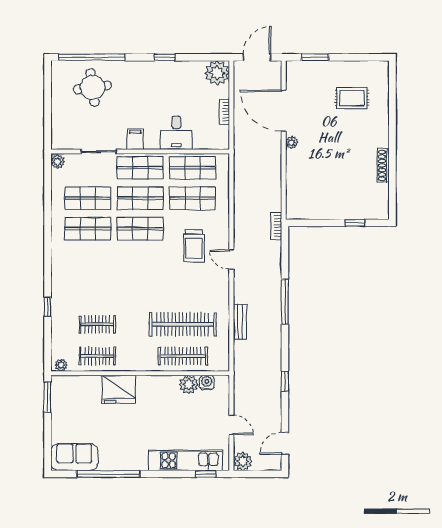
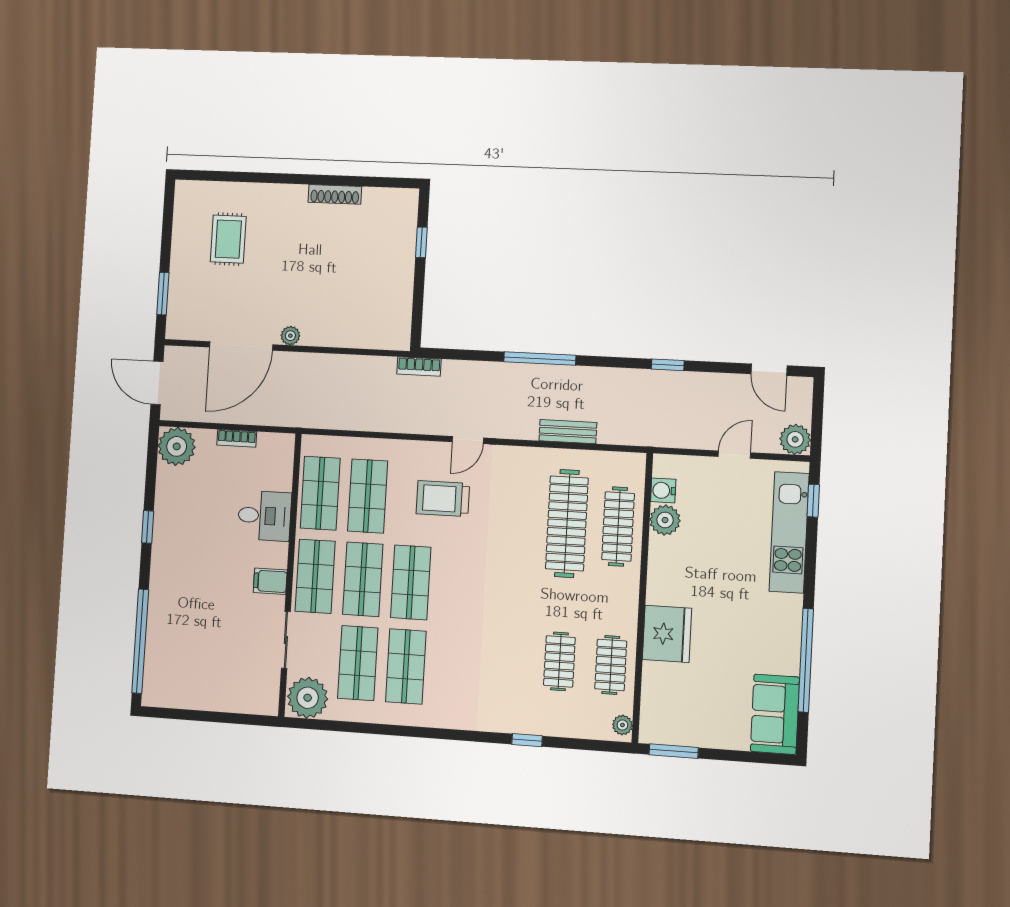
round table: (92, 87) -> (186, 643), removed
plant: (58, 162) -> (308, 698), width x1.88, depth x1.88
trolley: (194, 246) -> (443, 499), turned 180

